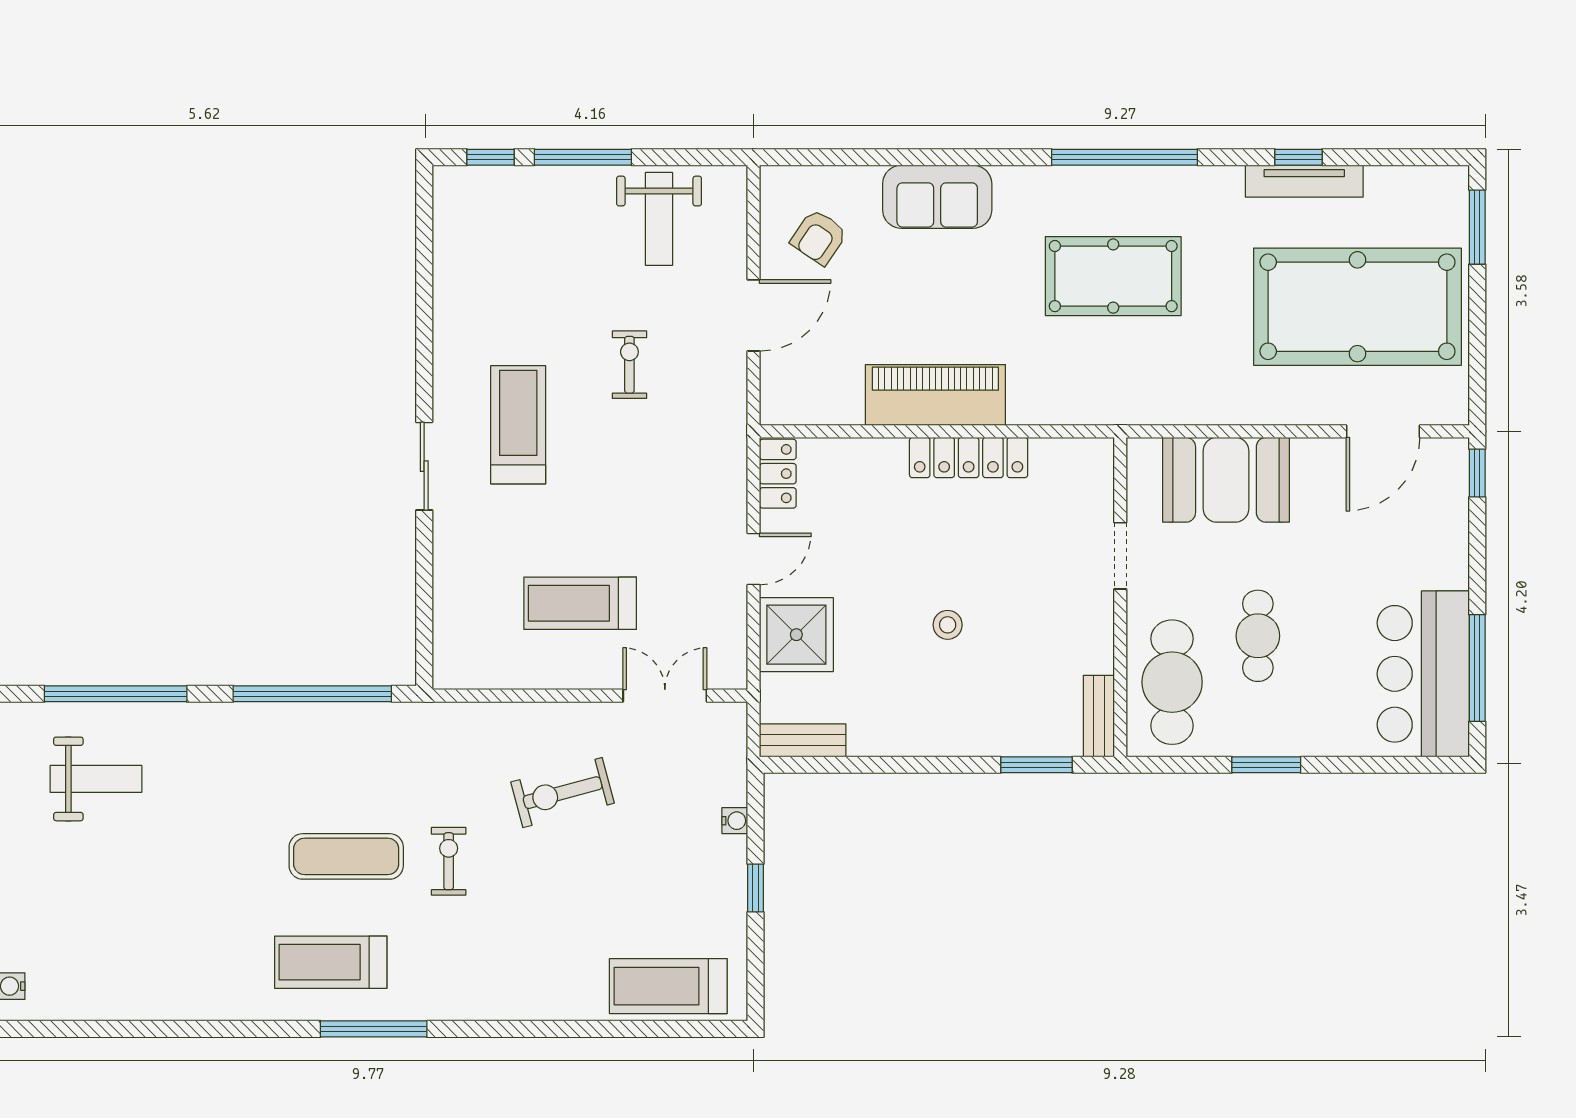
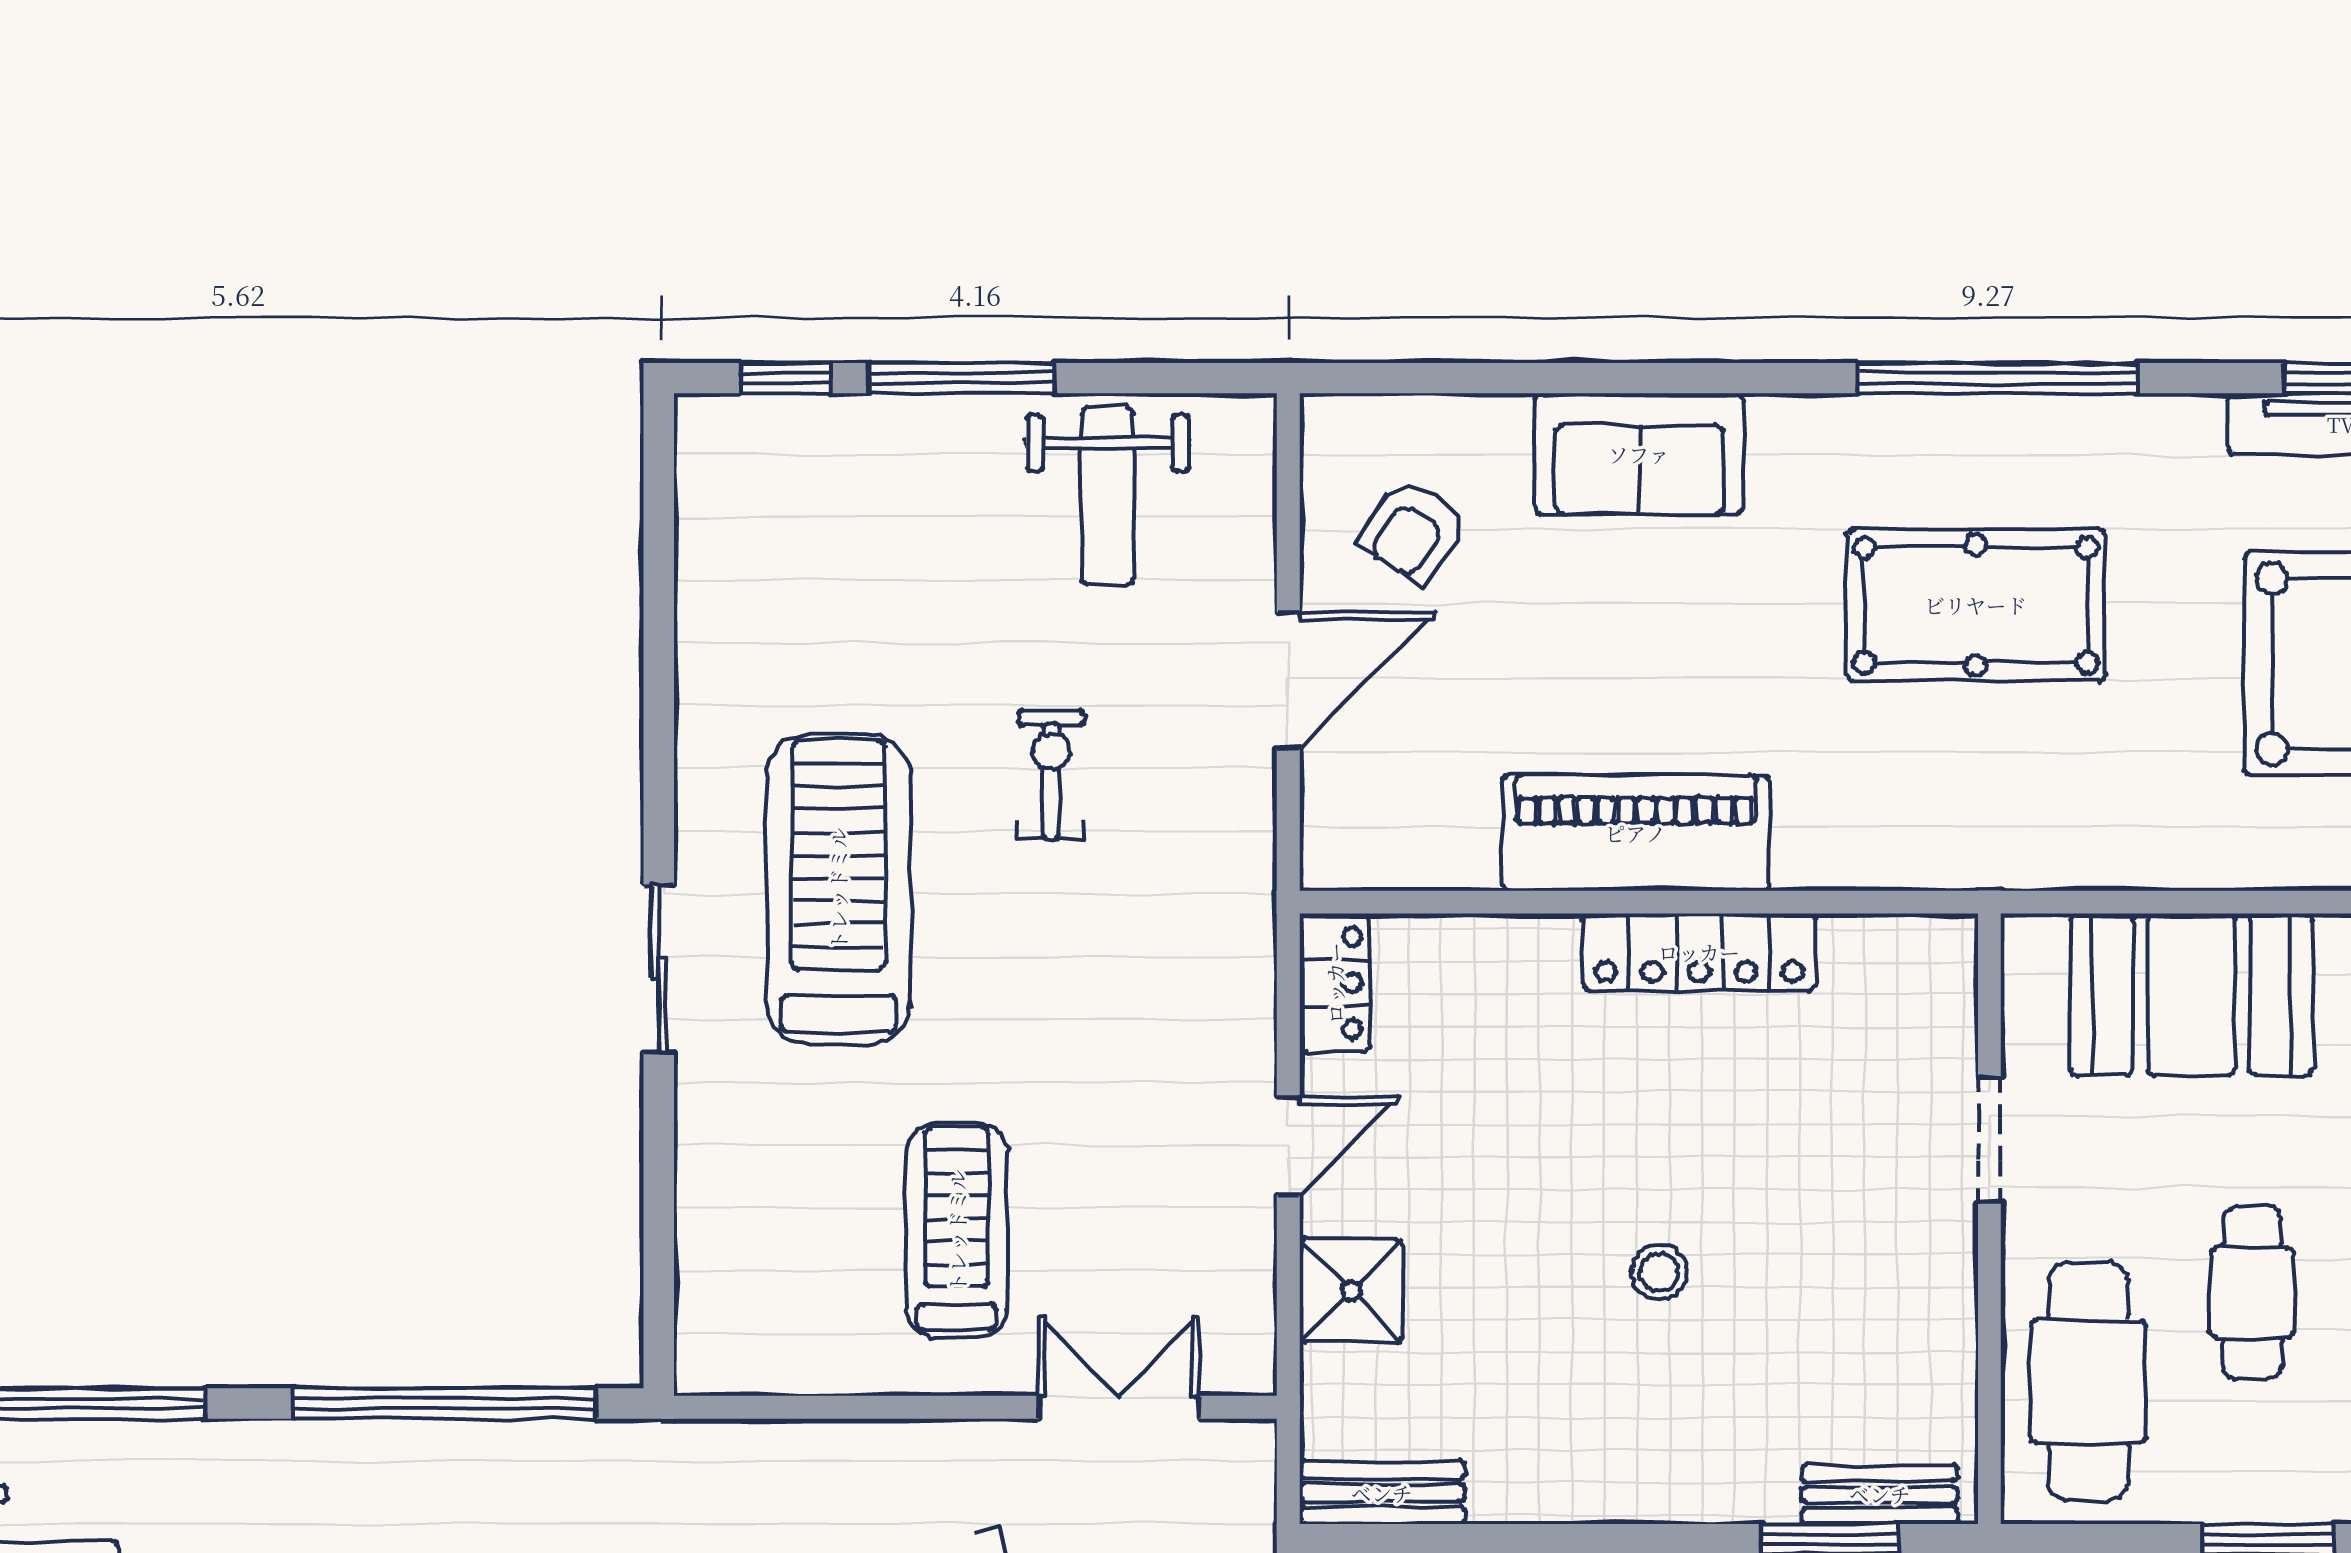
treadmill: (518, 425) -> (838, 889), width x1.37, depth x1.38
treadmill: (580, 603) -> (957, 1231), turned 90
shower: (796, 635) -> (1351, 1291), width x0.73, depth x0.73
bench: (1099, 716) -> (1880, 1494), moved, turned 90

